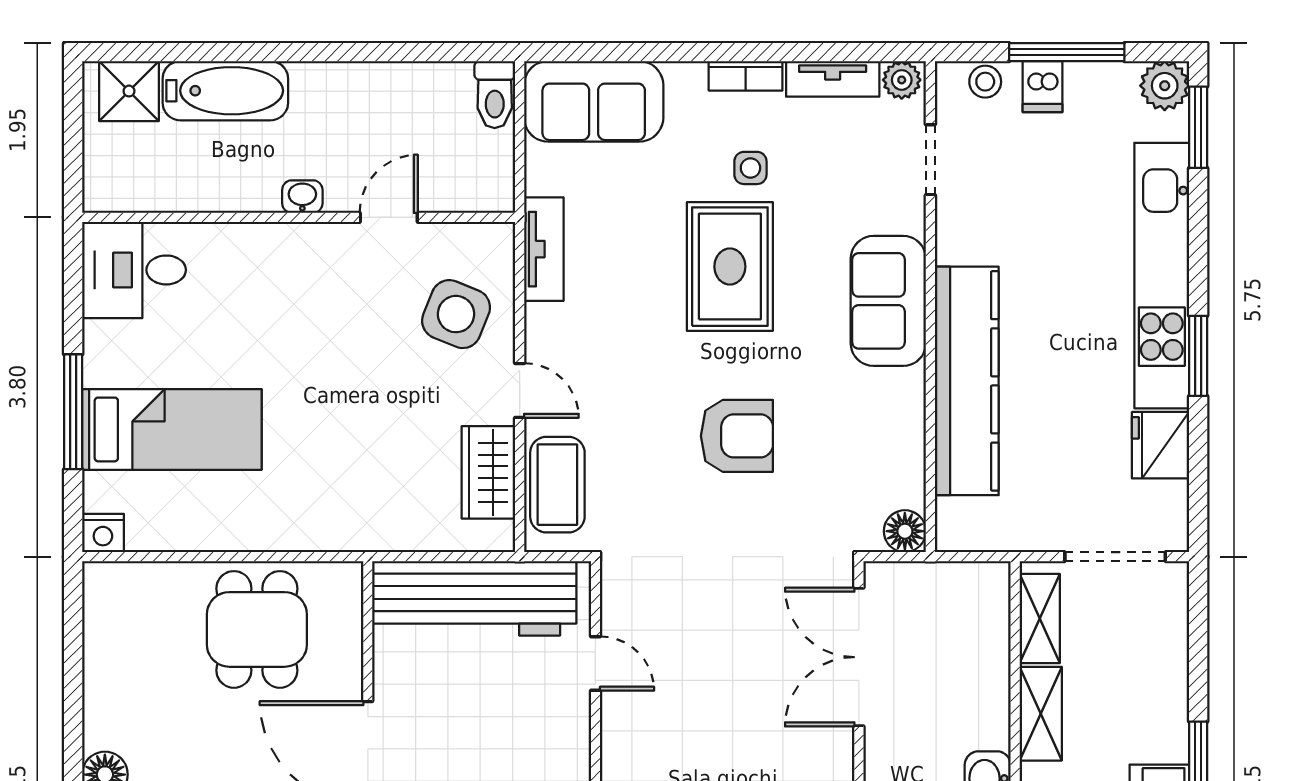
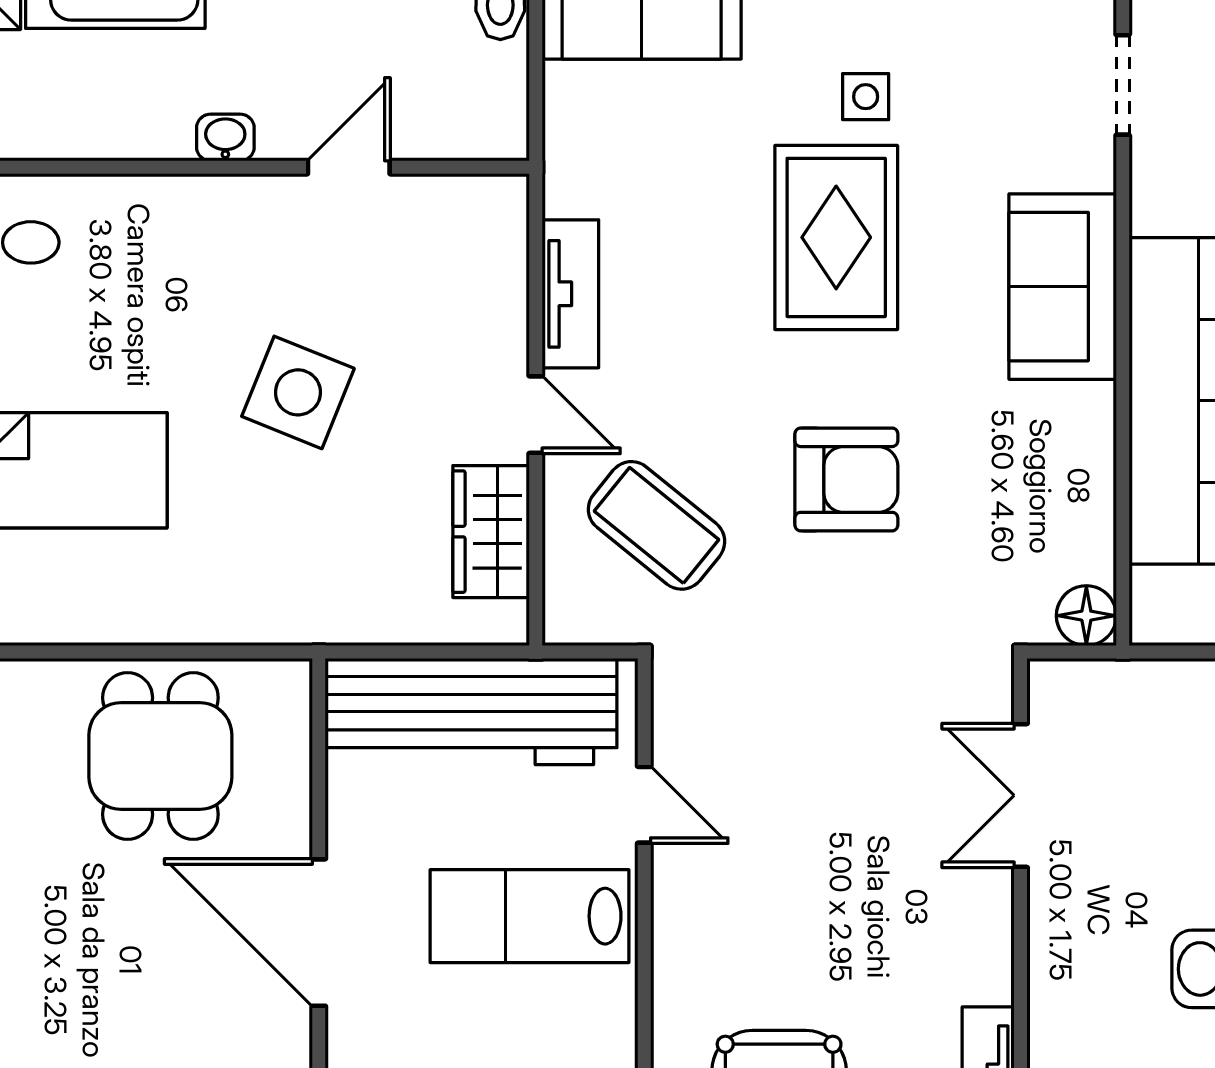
tv unit: (544, 249) -> (570, 294), moved
side table: (456, 314) -> (298, 392), moved
coffee table: (557, 485) -> (657, 525), moved, turned -51
double door: (859, 657) -> (1021, 795), width x0.73
lab bench: (515, 741) -> (530, 916), added

